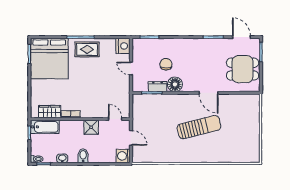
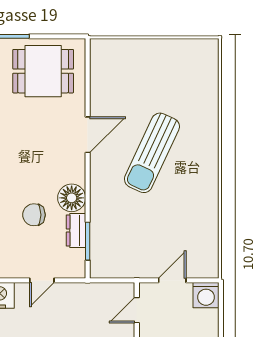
dining table: (242, 69) -> (43, 71), turned 90
sun lounger: (199, 127) -> (152, 153), turned -141

